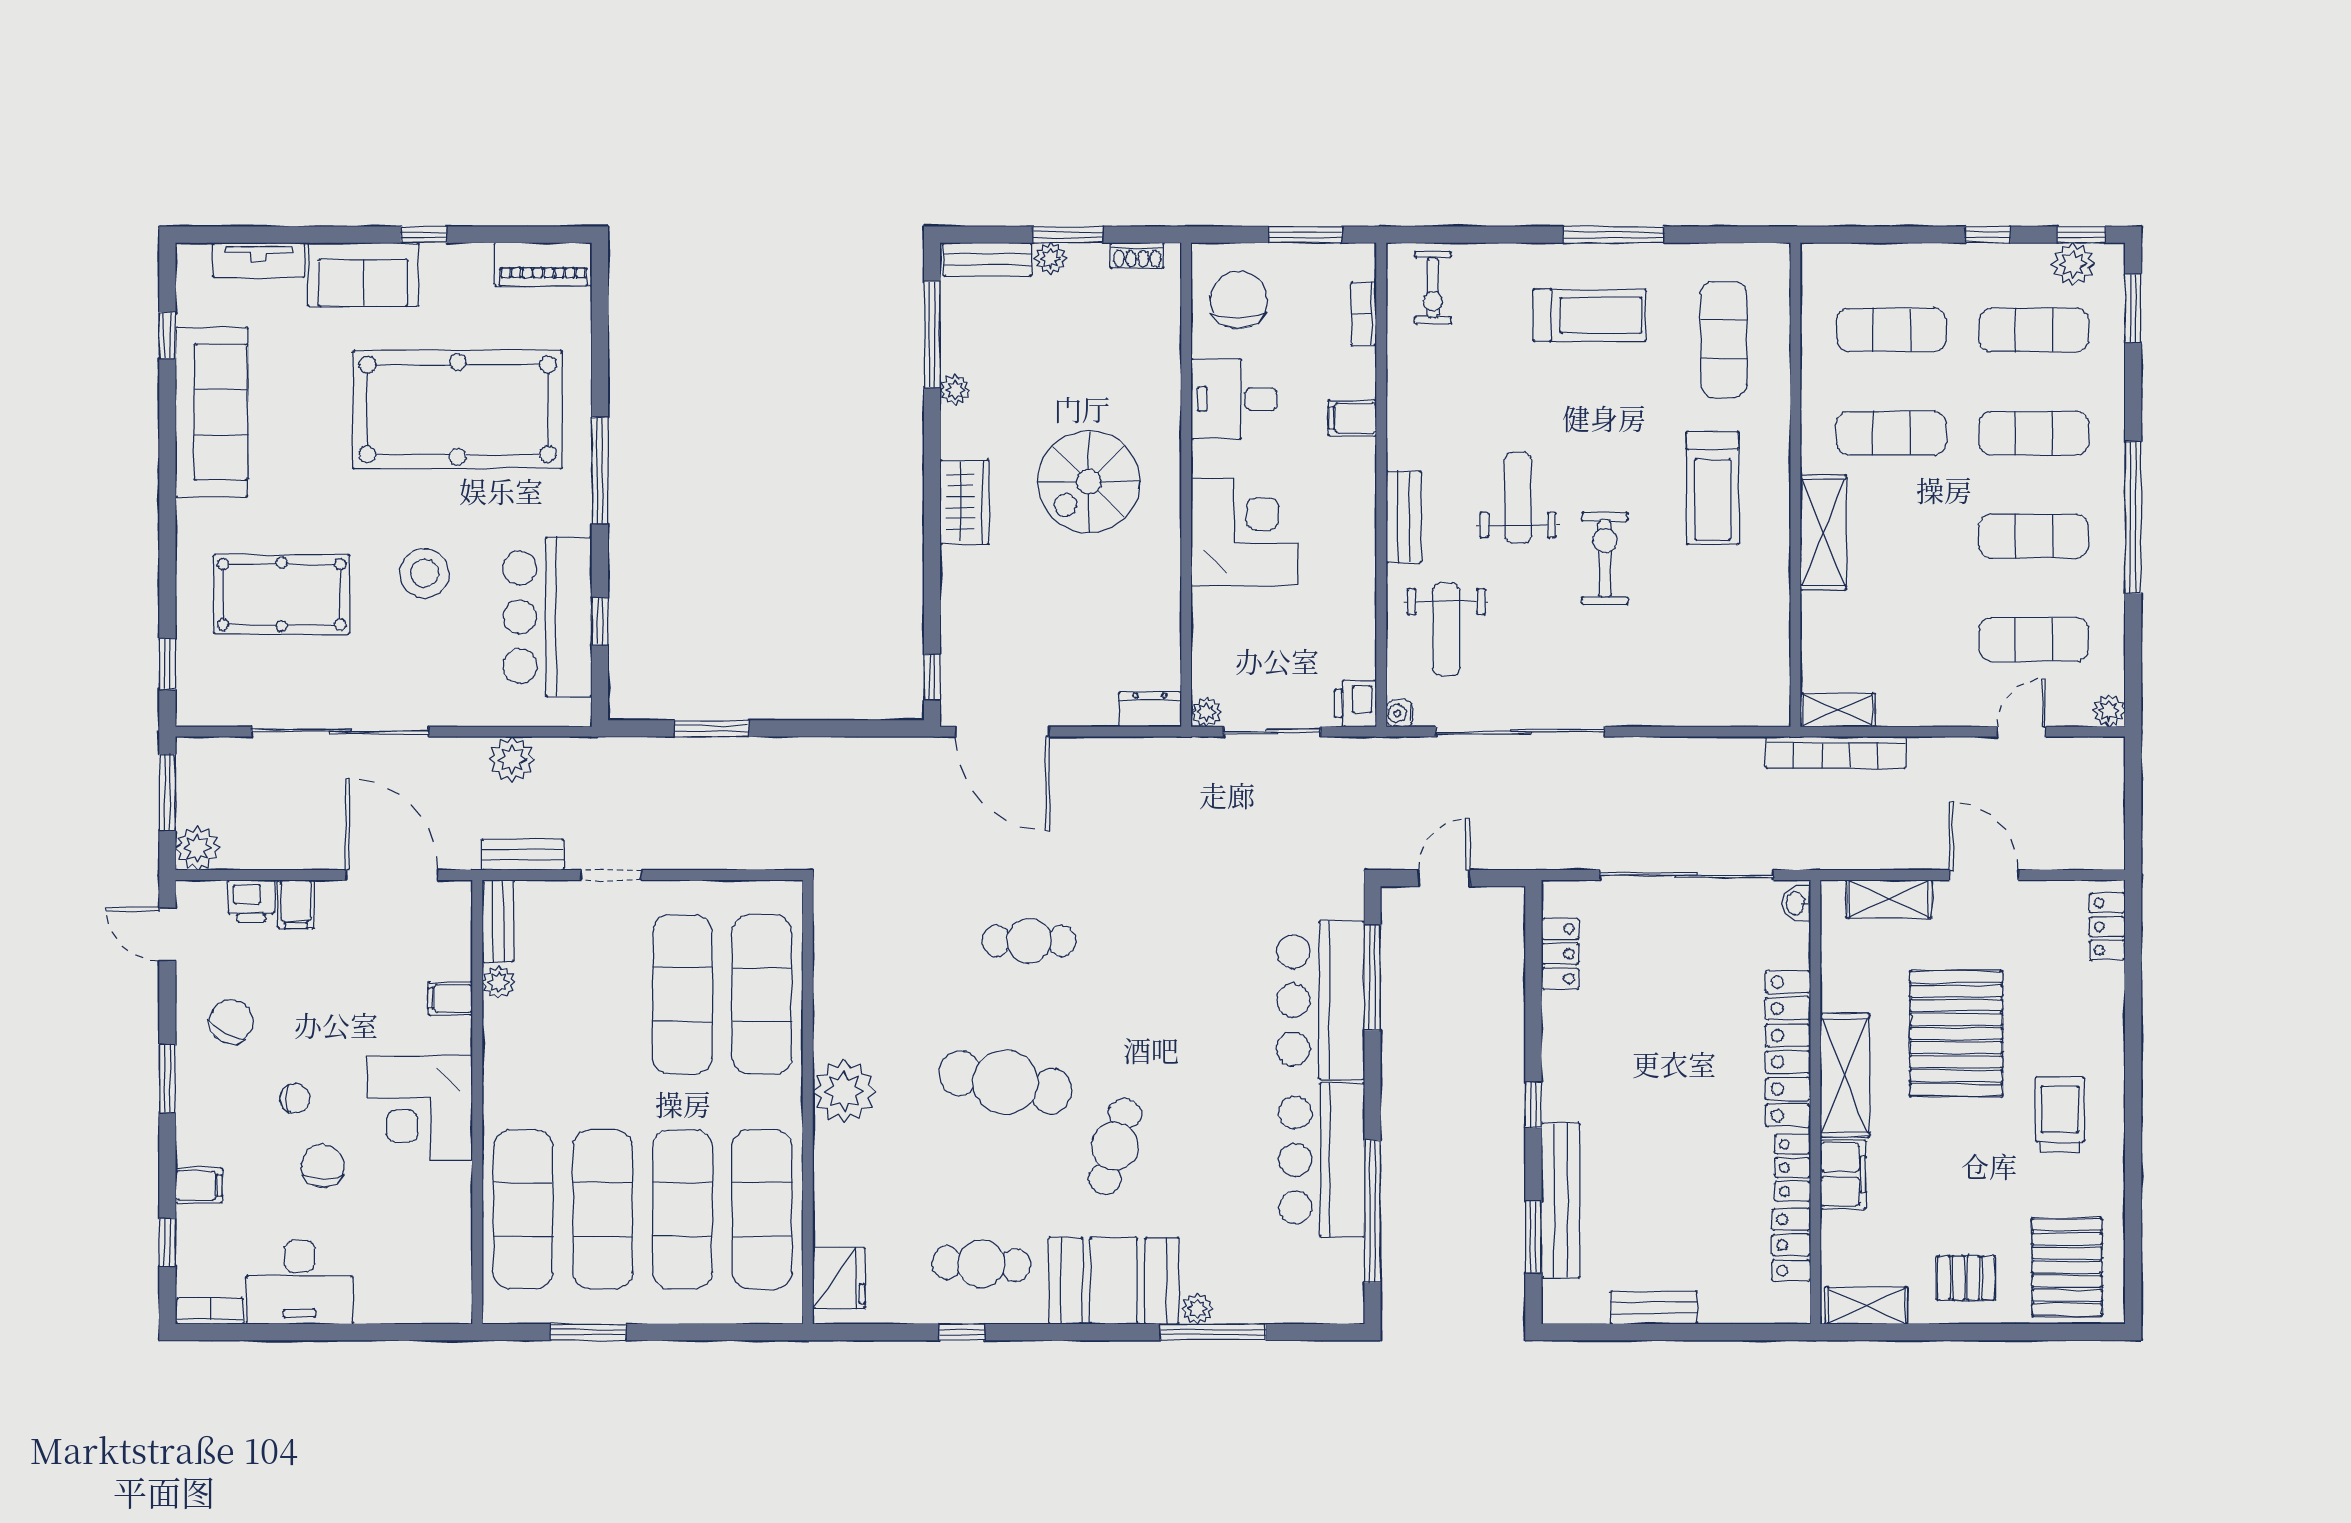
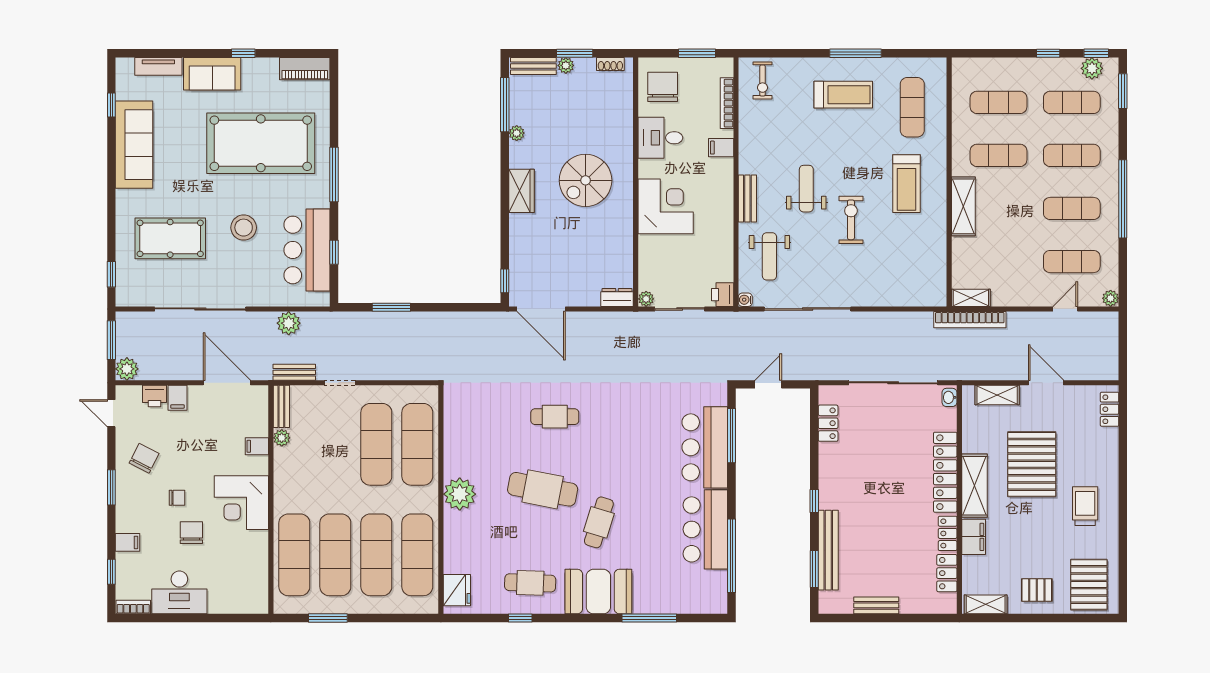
bookcase: (1364, 314) -> (727, 103), width x1.56
plant: (1197, 1309) -> (641, 606), removed

